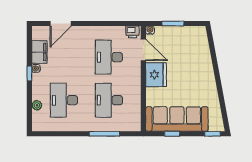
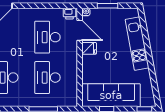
kitchen unit: (205, 64) -> (137, 44), added
fridge: (156, 75) -> (89, 48), width x0.53, depth x0.75

